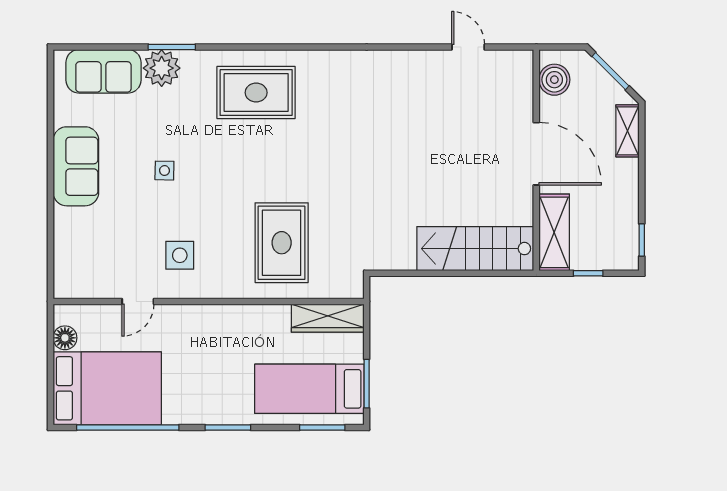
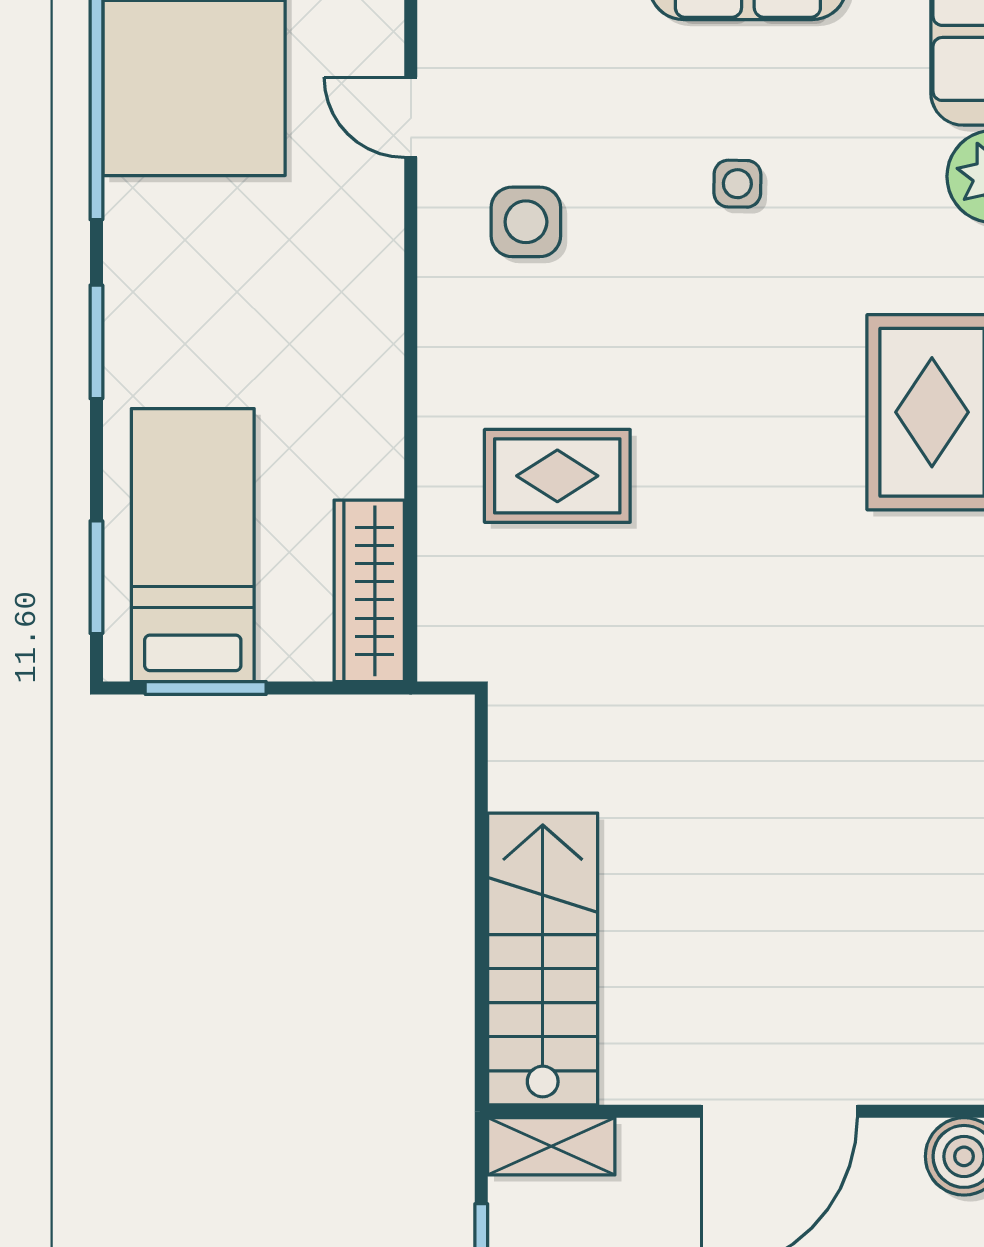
shelving: (554, 232) -> (551, 1146), width x0.67, depth x0.75
rug: (282, 243) -> (557, 476), width x0.73, depth x0.70

